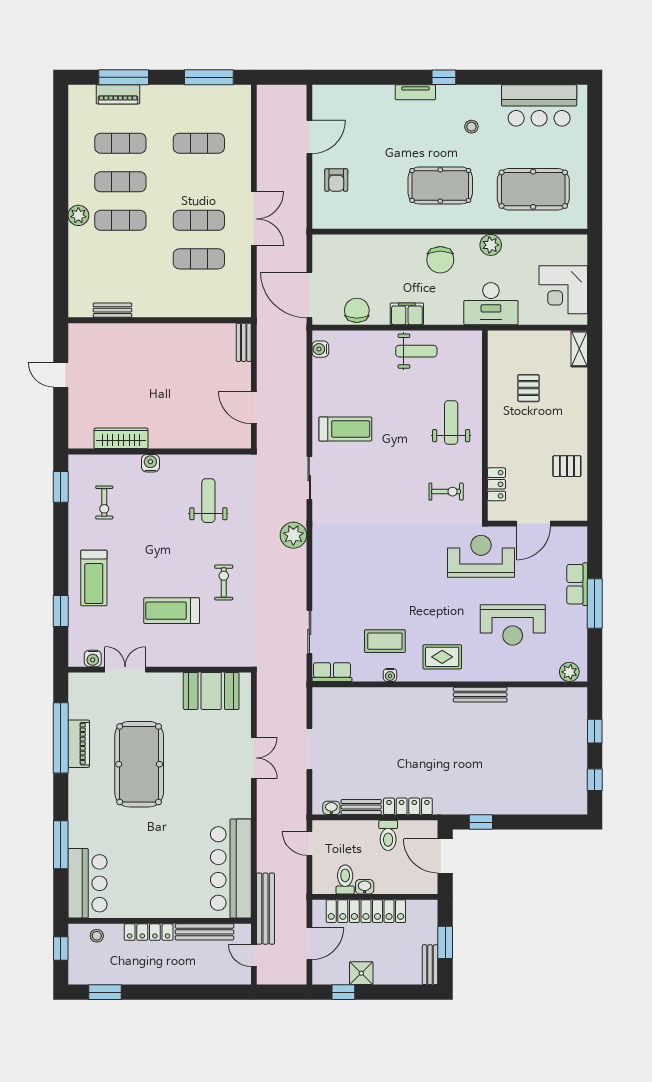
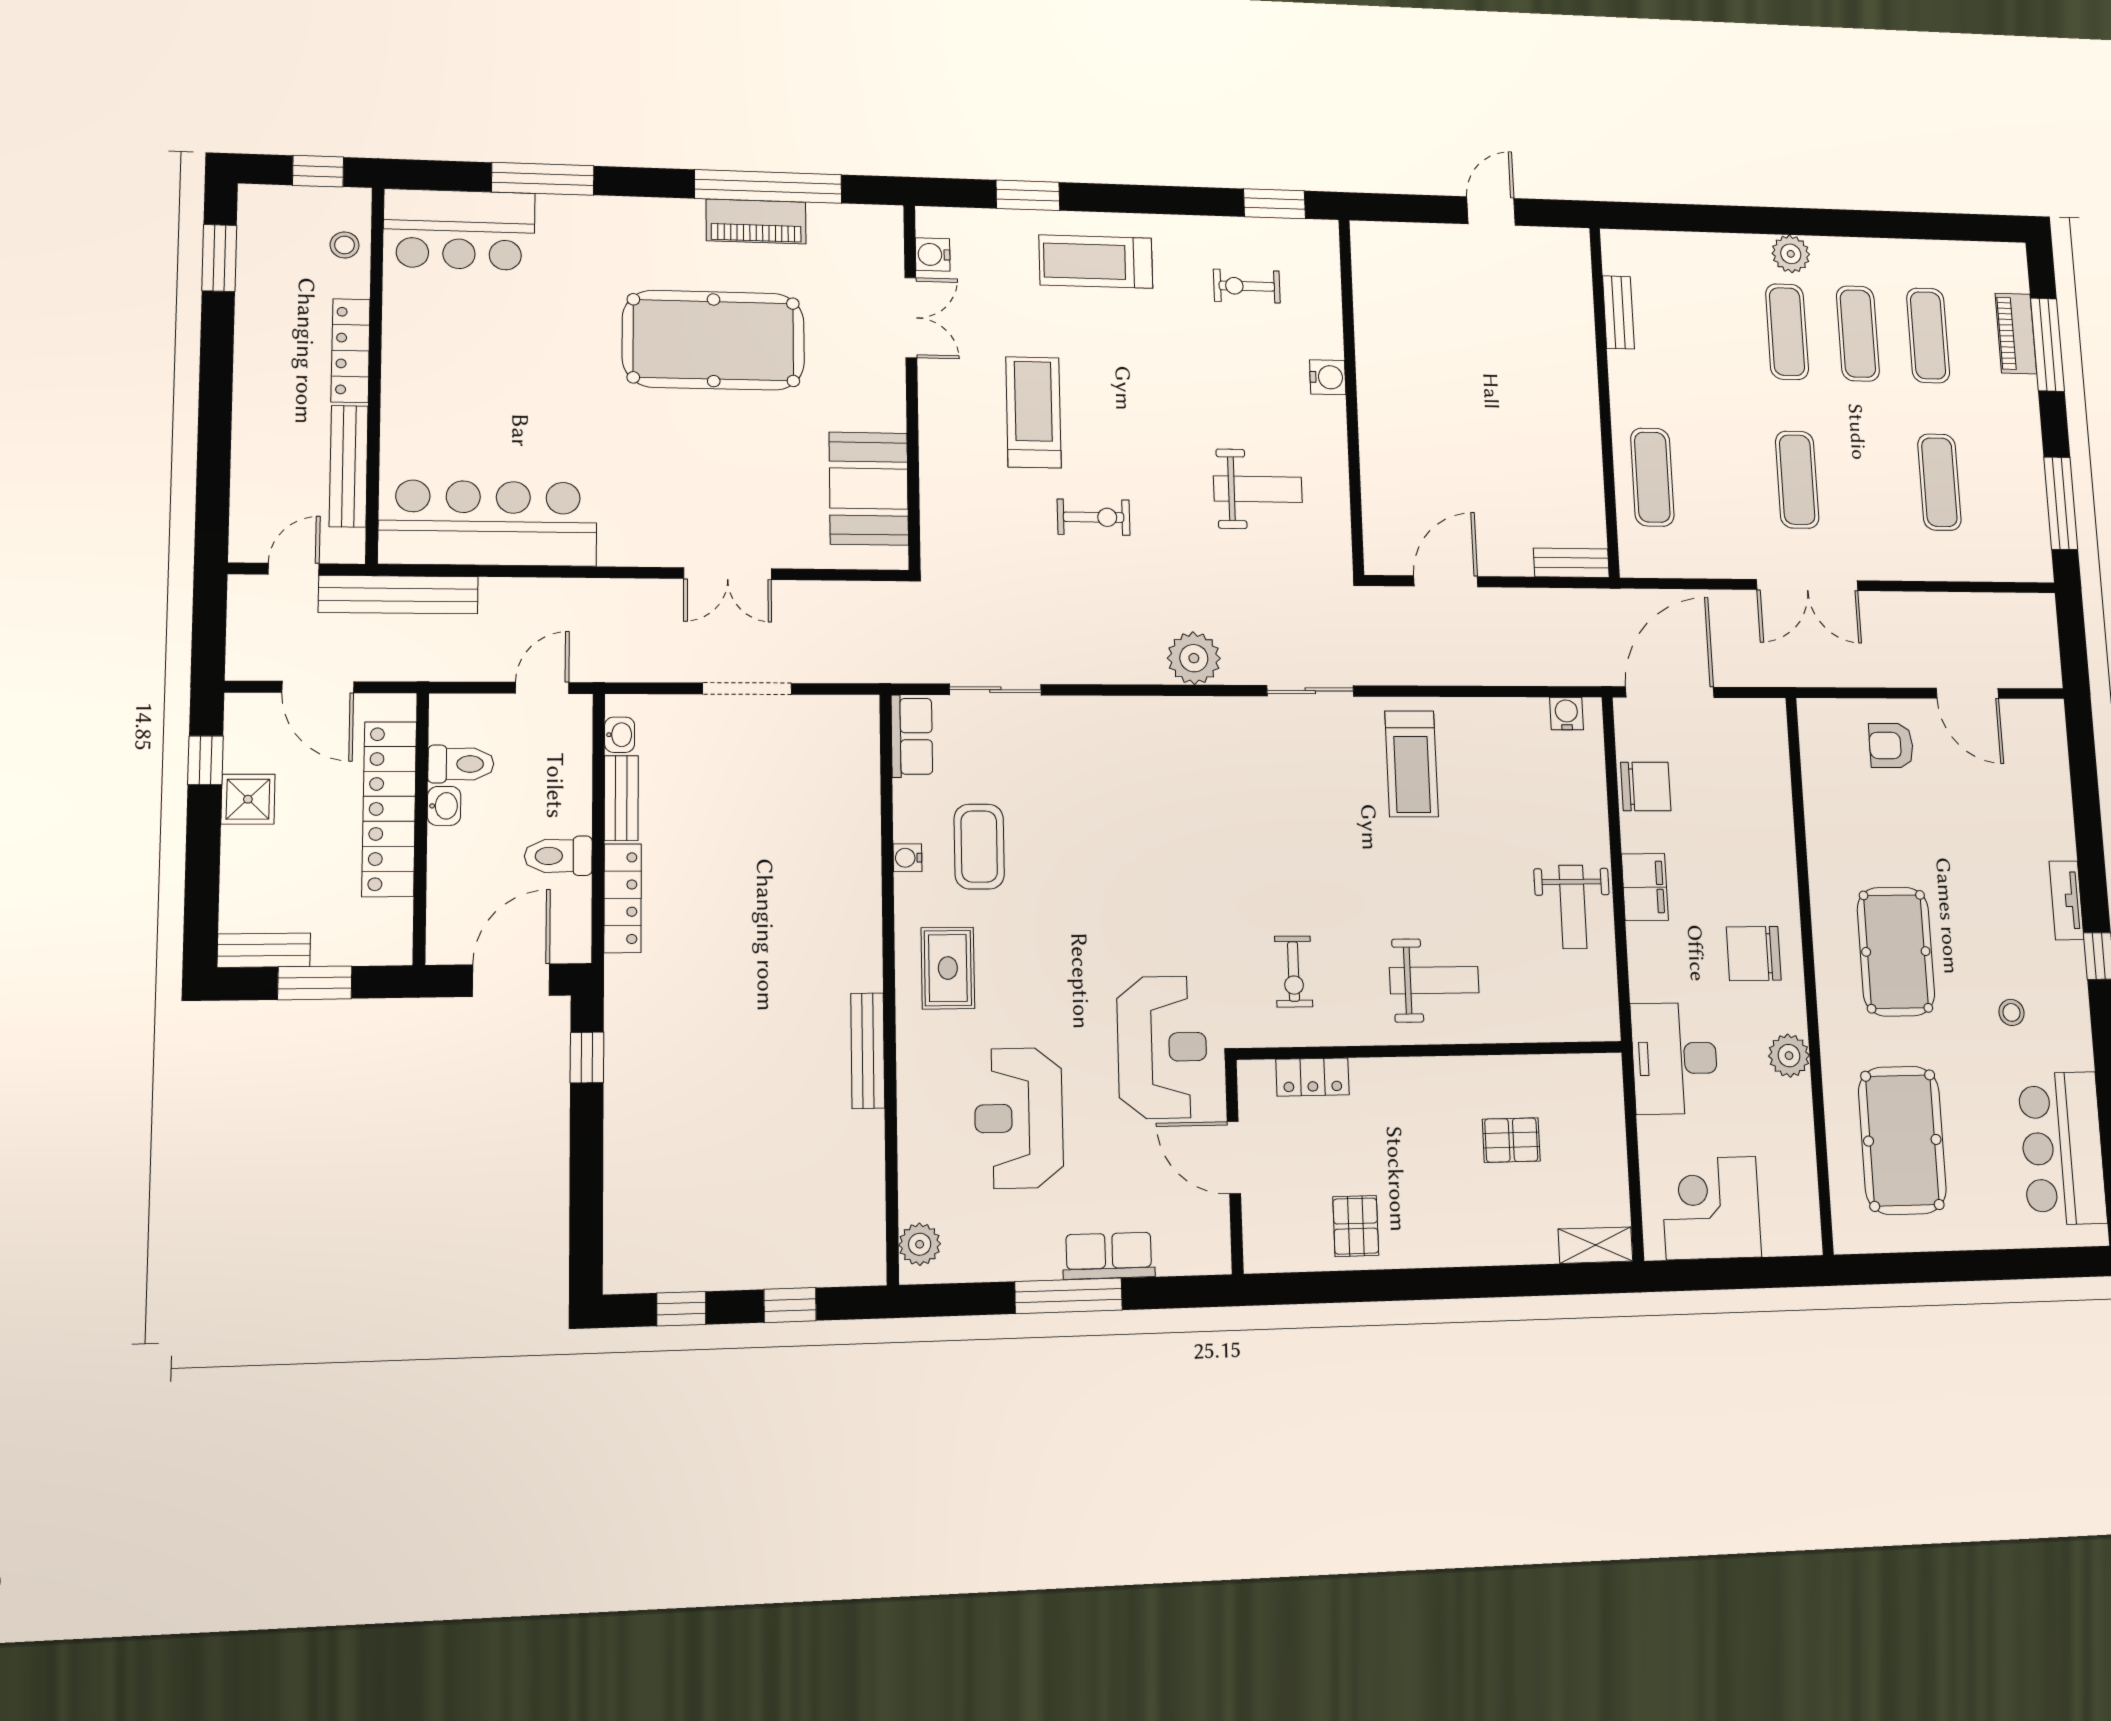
exercise mat: (199, 259) -> (1652, 477), moved
wardrobe: (121, 438) -> (1374, 322), removed

